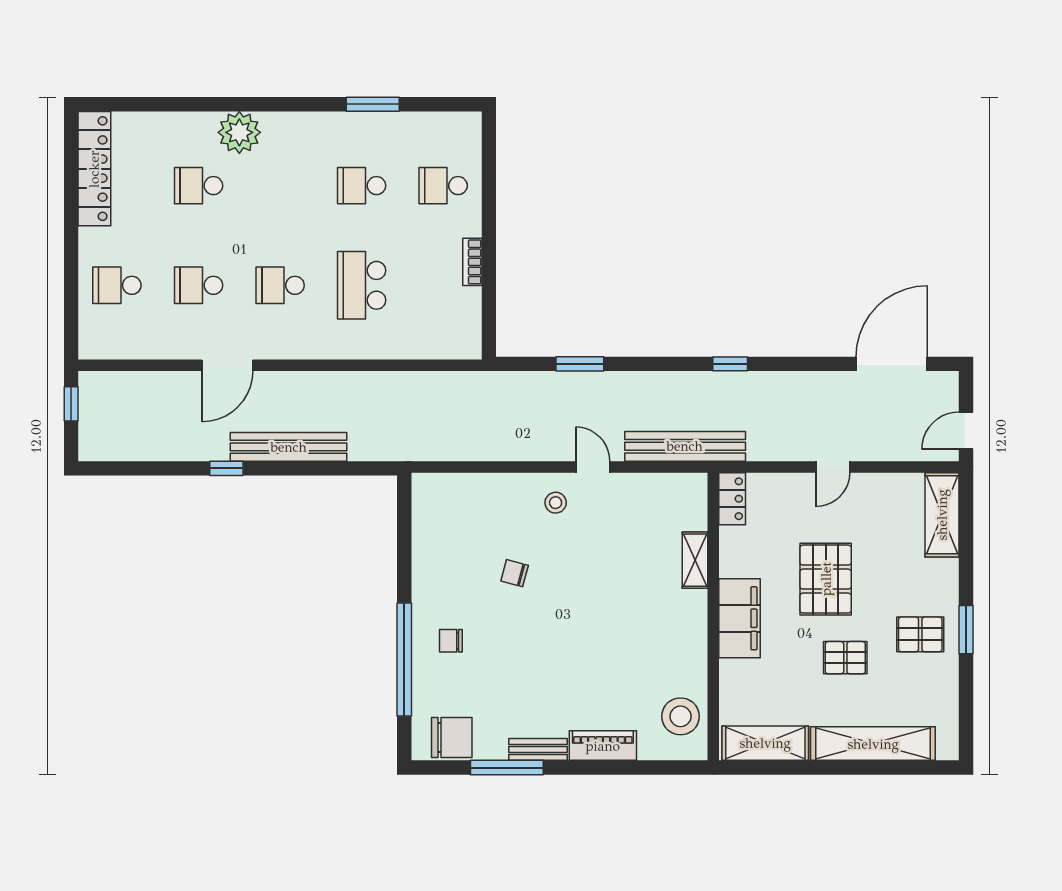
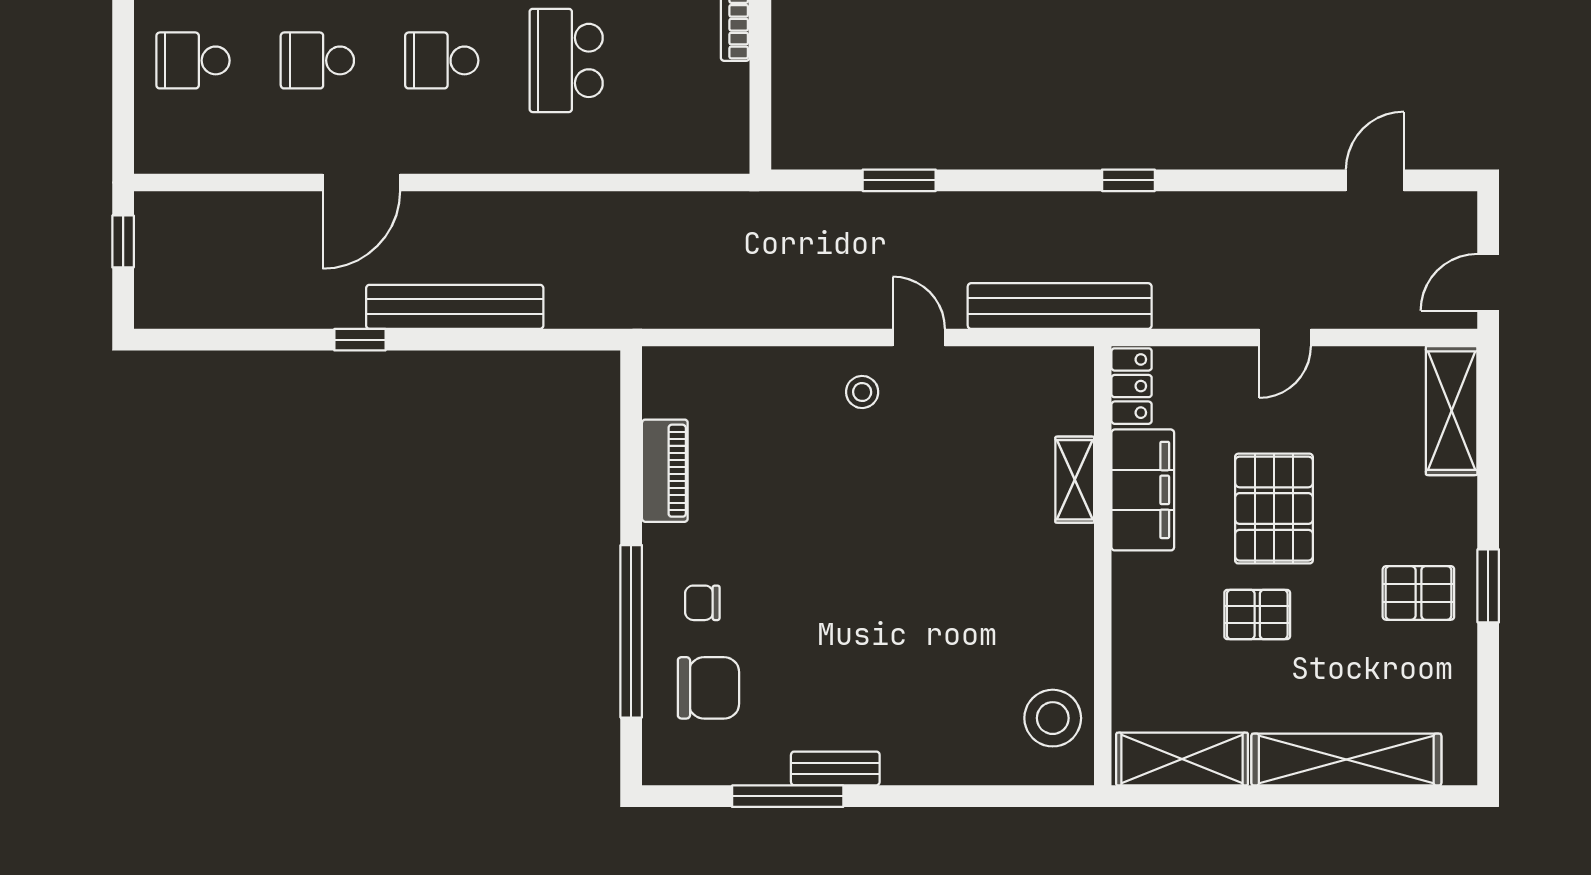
door: (892, 364) -> (1375, 180), width x0.53
chair: (515, 573) -> (799, 500), removed
filing cabinet: (740, 618) -> (1143, 490), moved
pallet: (845, 658) -> (1257, 614), moved
chair: (452, 738) -> (708, 688), moved
piano: (603, 746) -> (665, 471), moved, turned 90

